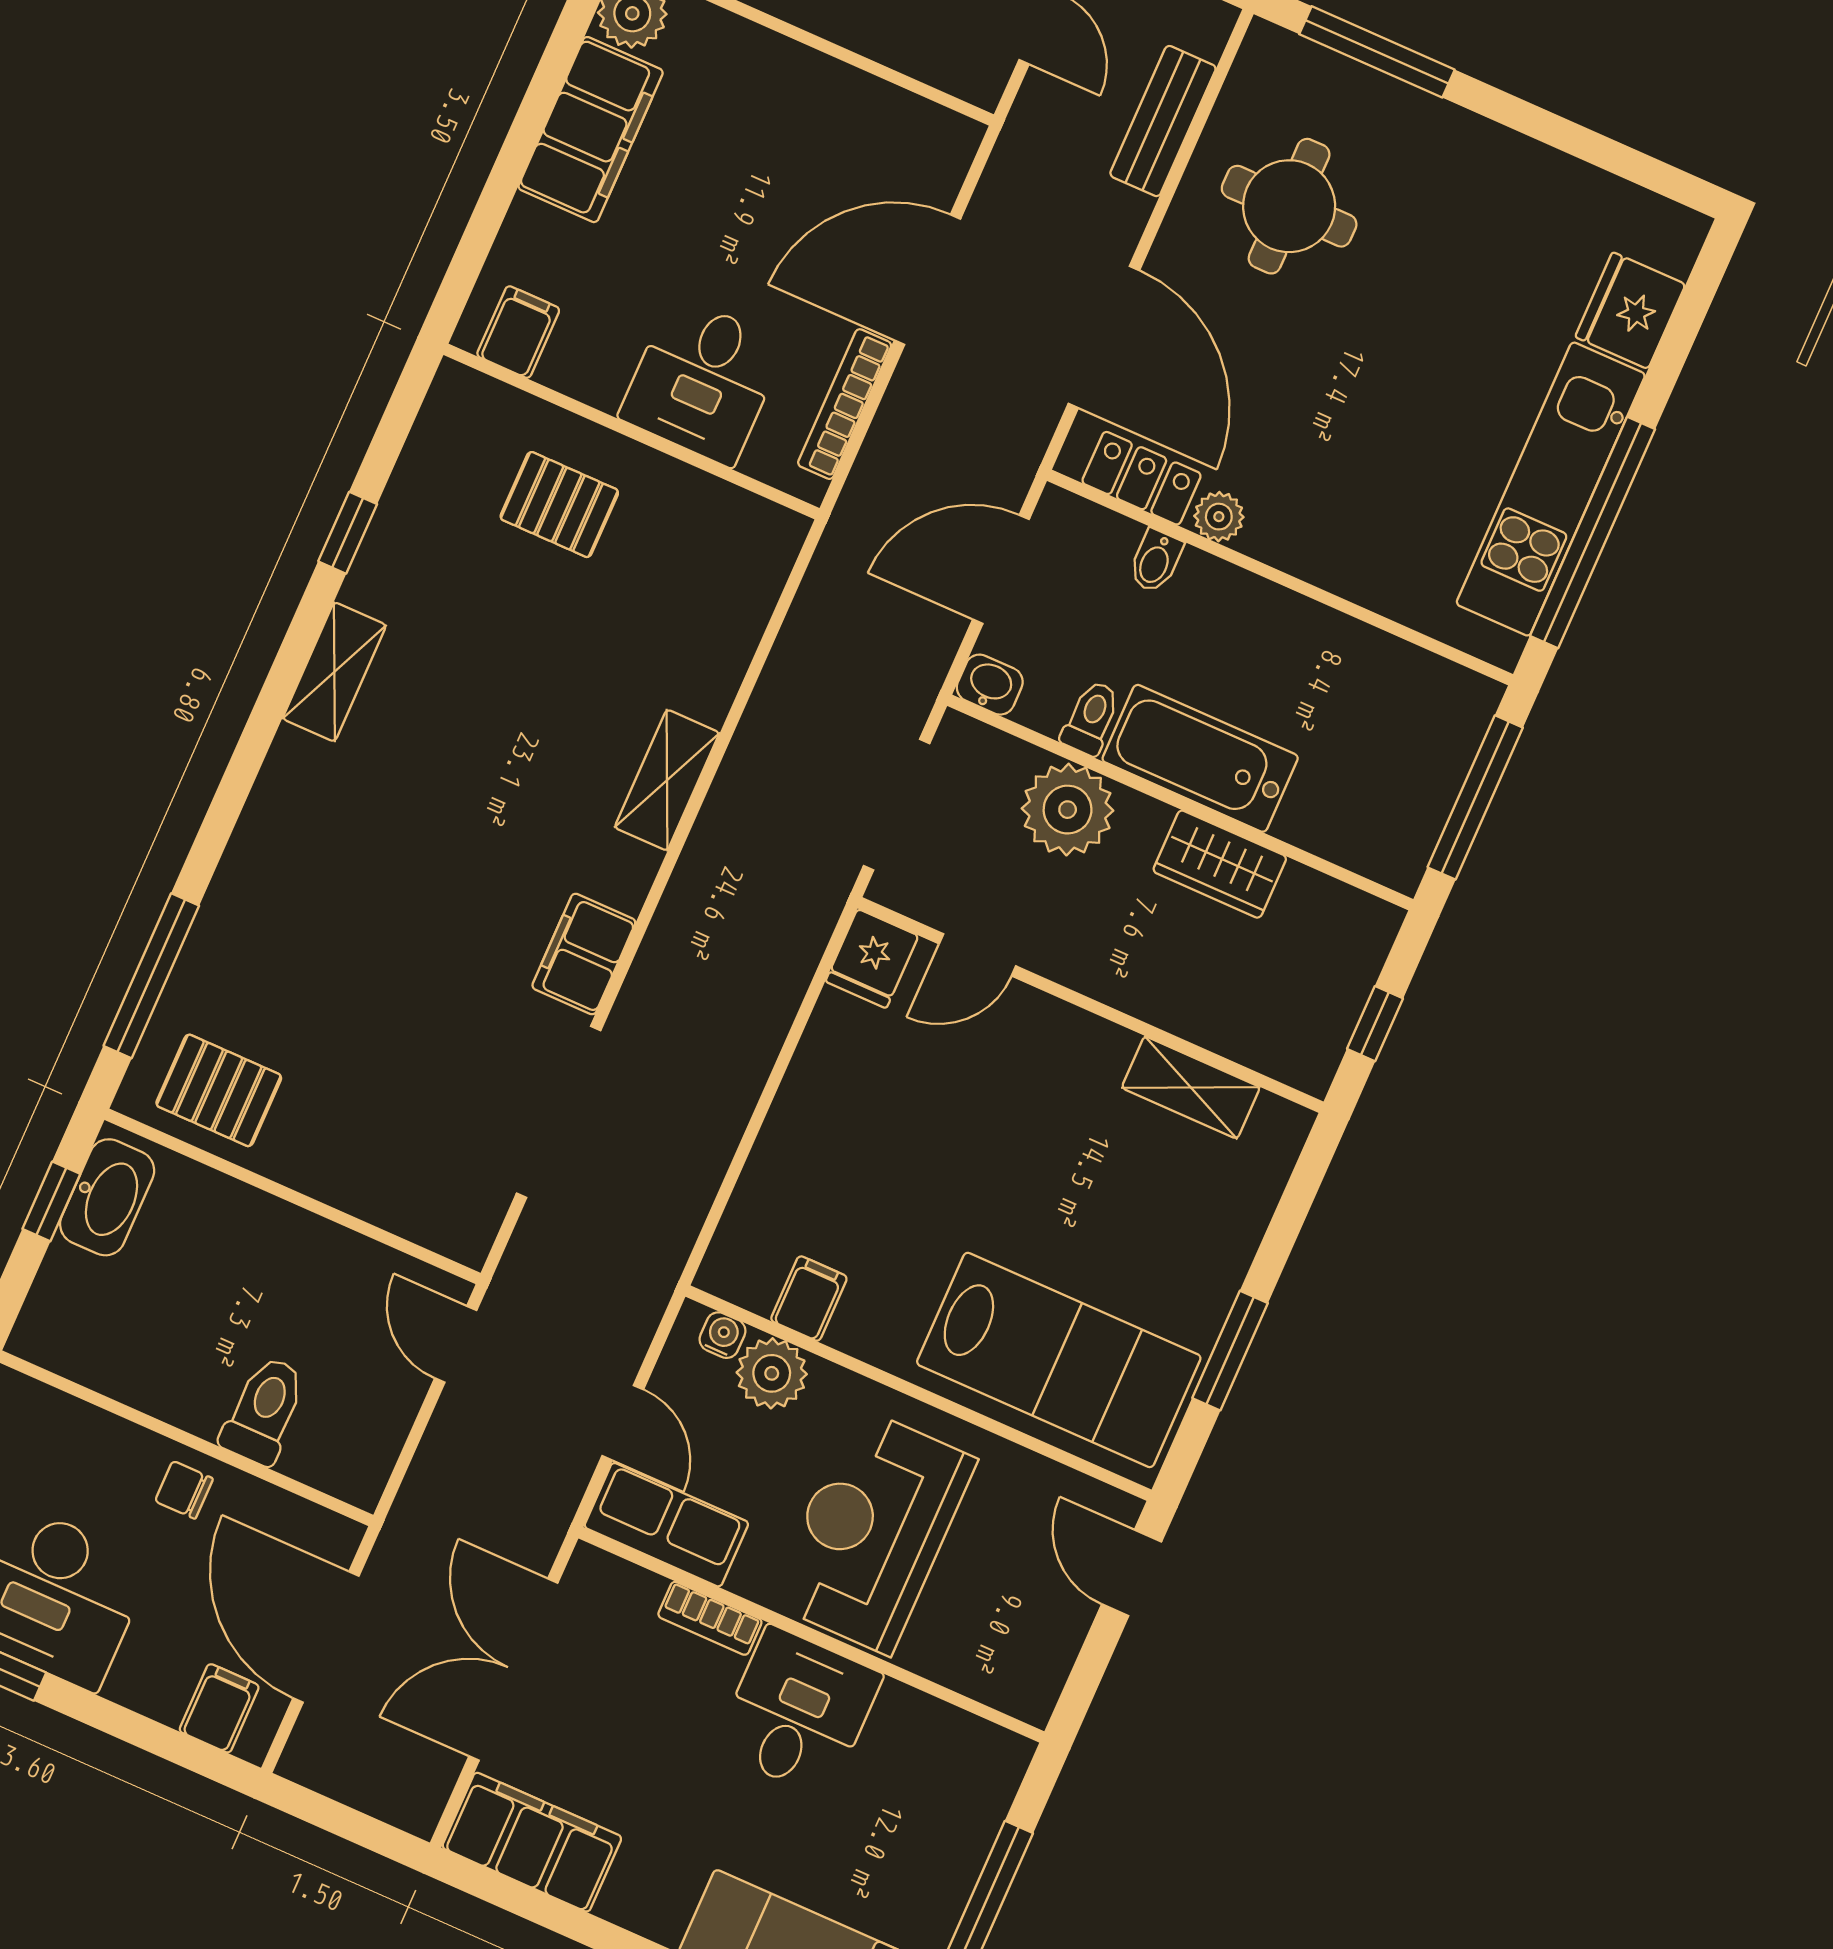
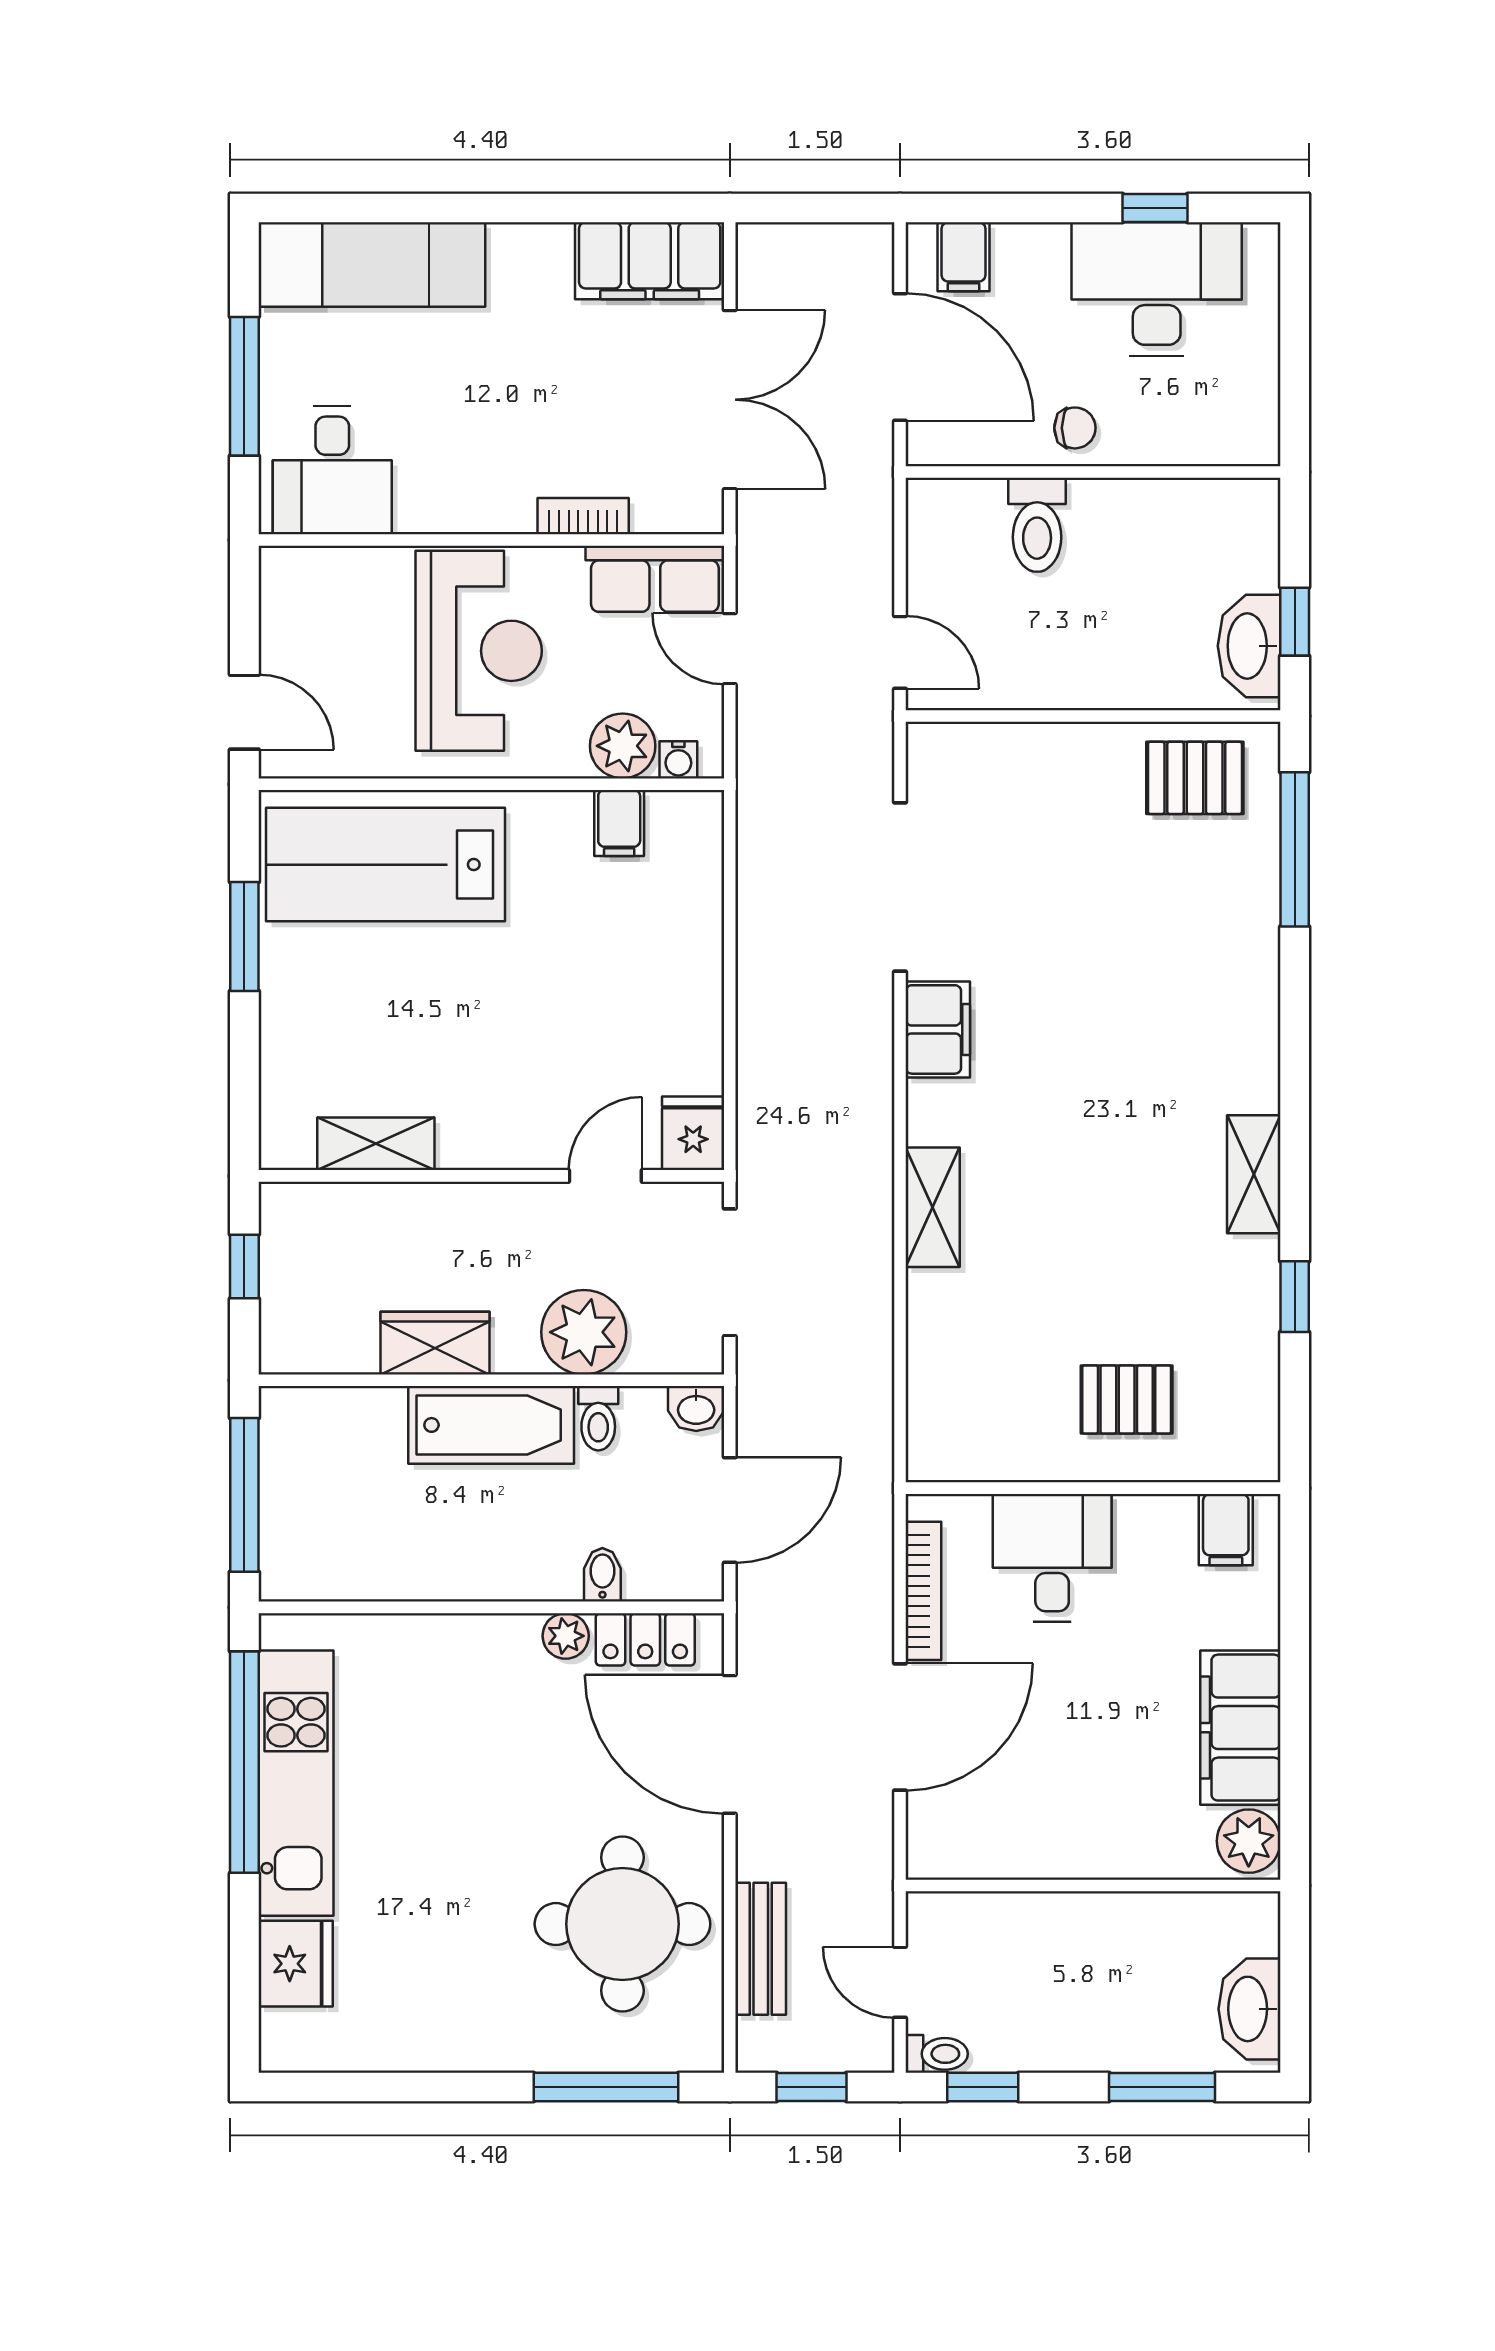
round table: (1289, 206) -> (622, 1924), width x1.36, depth x1.36
desk: (798, 1712) -> (332, 470), moved

